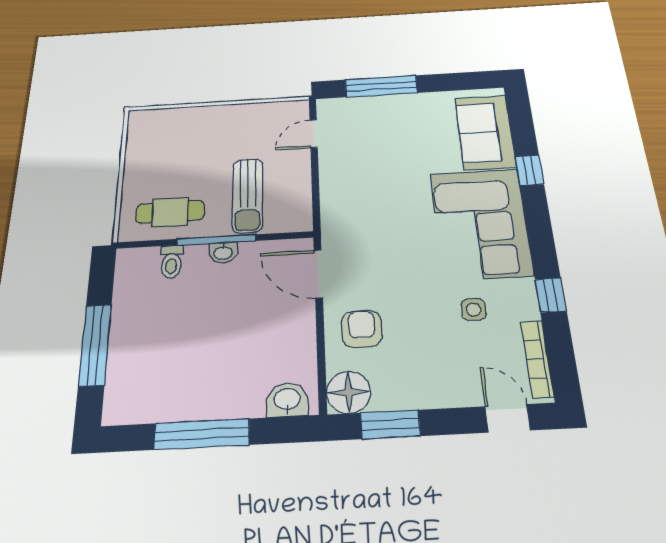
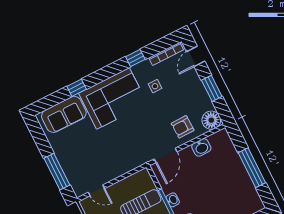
washbasin: (287, 400) -> (201, 147), moved, turned -90
window: (390, 424) -> (212, 88), moved

